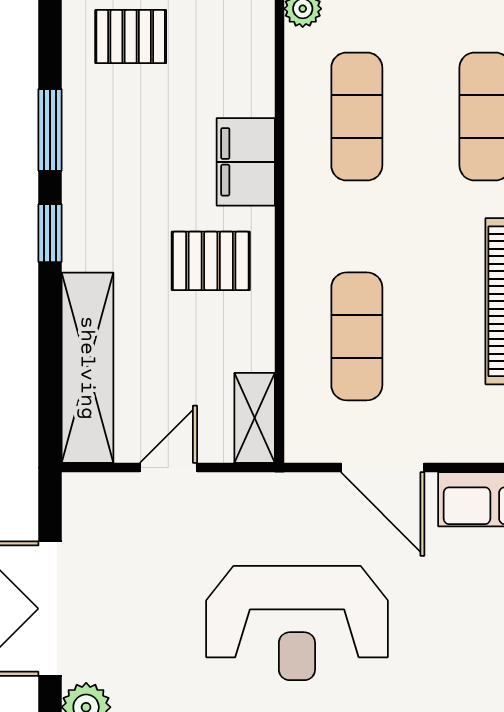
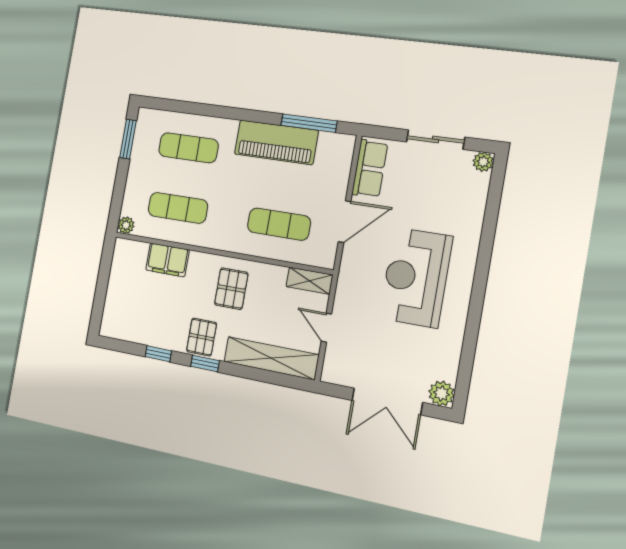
pallet: (131, 37) -> (202, 337), moved
window: (50, 130) -> (158, 354), width x0.67
filing cabinet: (246, 162) -> (167, 260), moved
reception desk: (297, 623) -> (416, 277), turned 180

